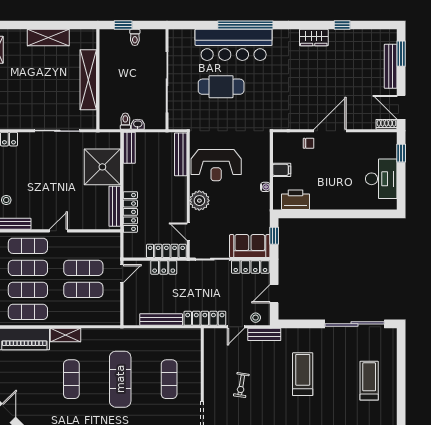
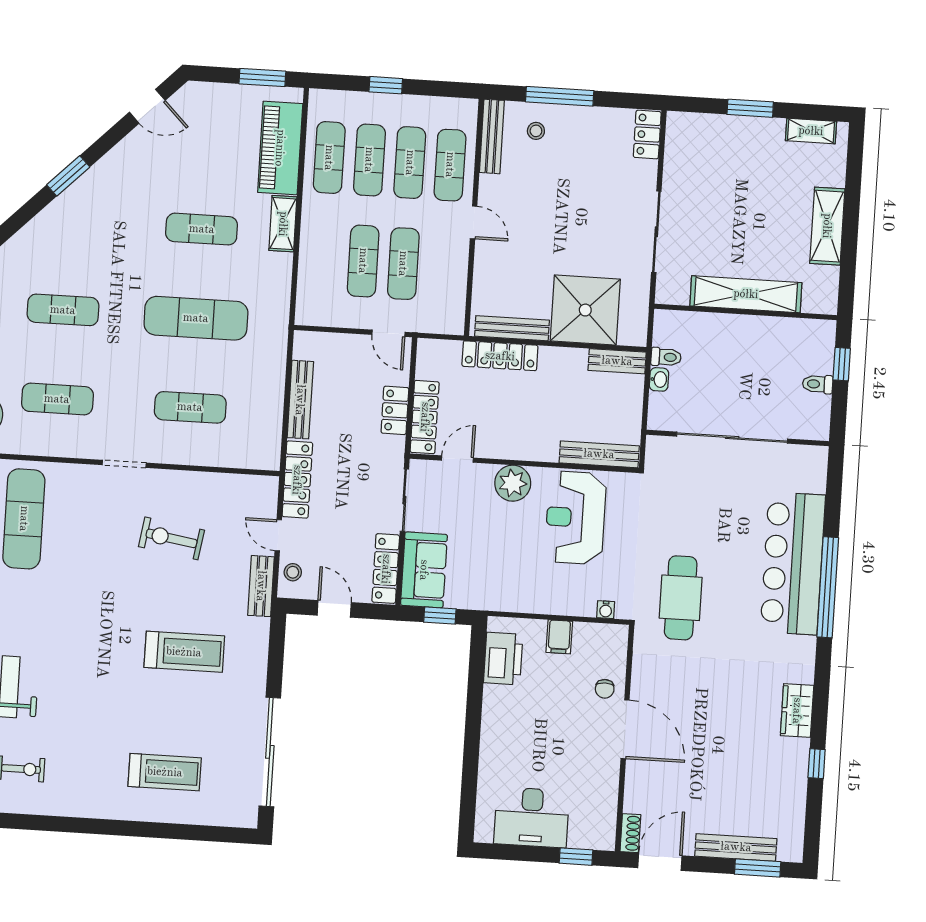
cafe table: (221, 87) -> (681, 598), moved
water cooler: (265, 187) -> (606, 610), moved
exercise bike: (241, 385) -> (171, 538), width x1.38, depth x1.39

